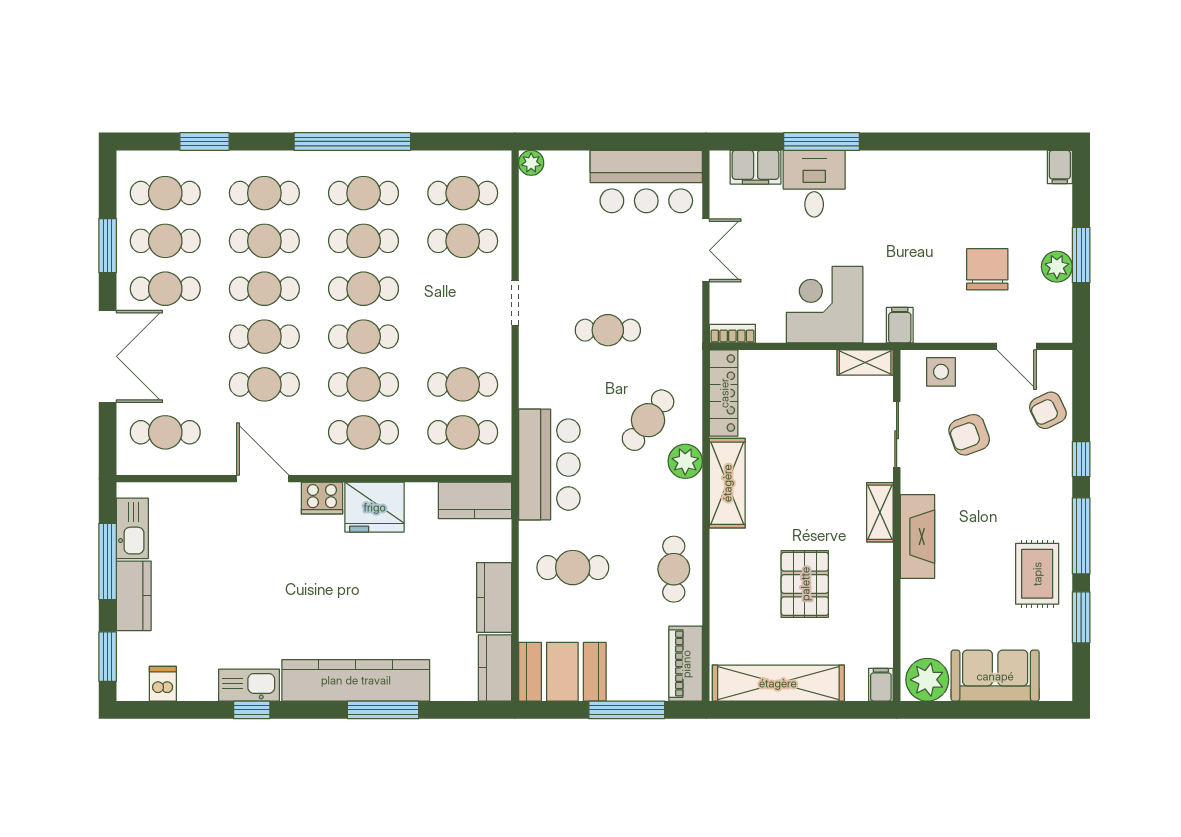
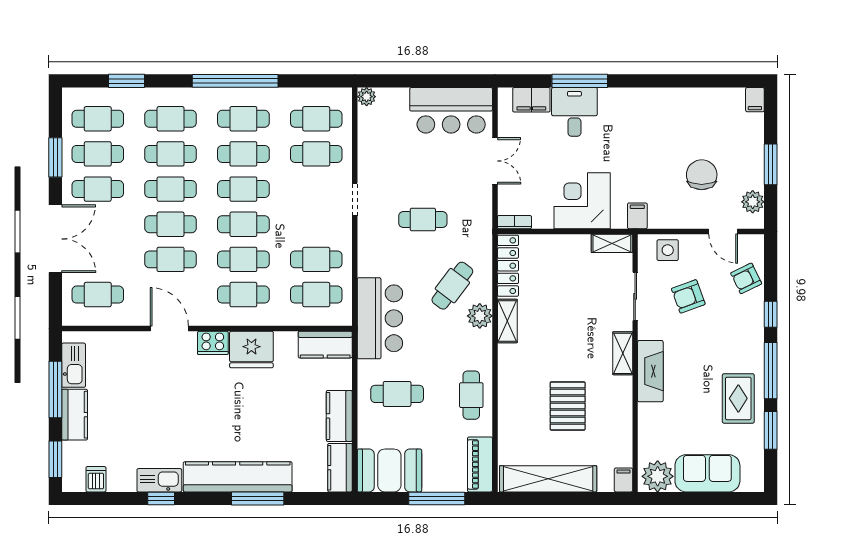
plant: (1057, 267) -> (753, 202), moved
shelving: (727, 483) -> (507, 321), width x0.67, depth x0.75

